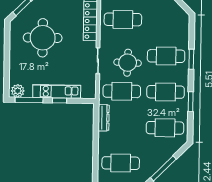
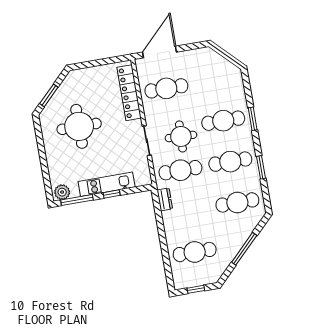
dresser: (104, 118) -> (165, 199), width x0.70

